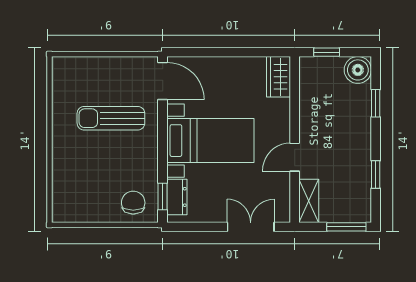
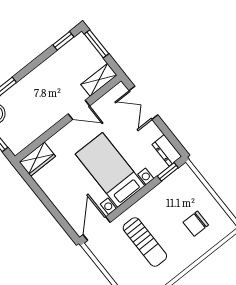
window: (376, 174) -> (63, 41), moved
dresser: (177, 197) -> (167, 150), moved, turned -90
chair: (133, 203) -> (196, 224), moved

